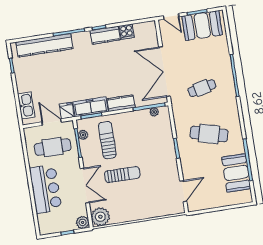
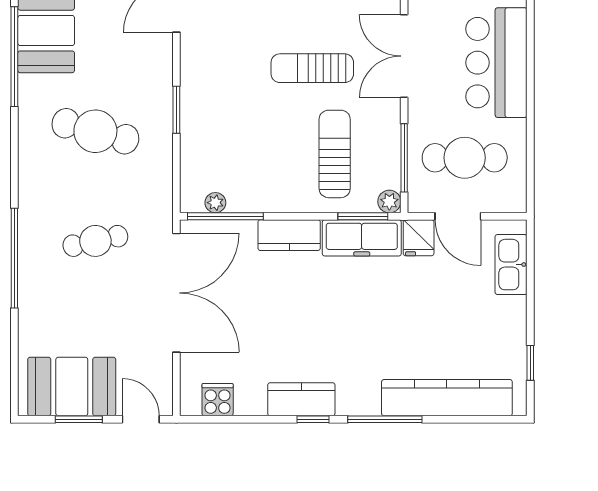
cooker: (127, 32) -> (218, 400), moved
plant: (83, 135) -> (389, 202), moved
sun lounger: (107, 140) -> (335, 154), turned 180

